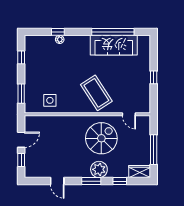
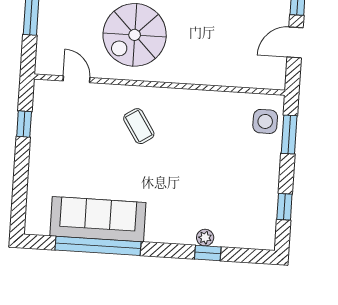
window: (154, 77) -> (24, 124), moved
coffee table: (96, 93) -> (139, 126), width x0.54, depth x0.58
side table: (50, 100) -> (265, 121), moved

